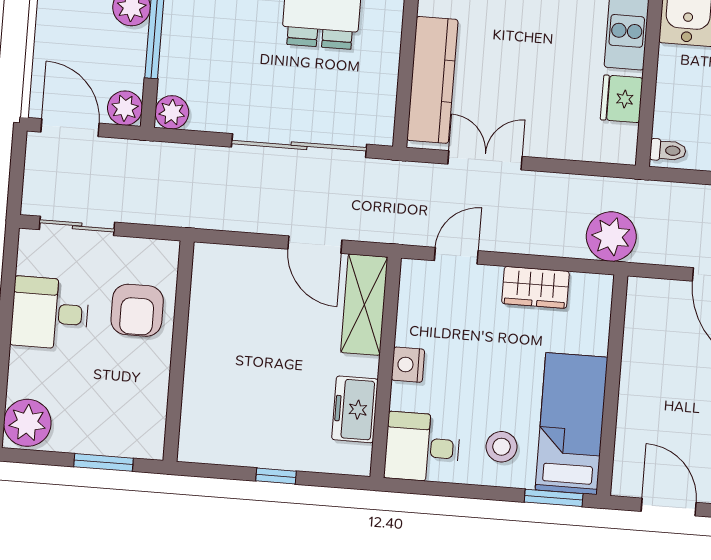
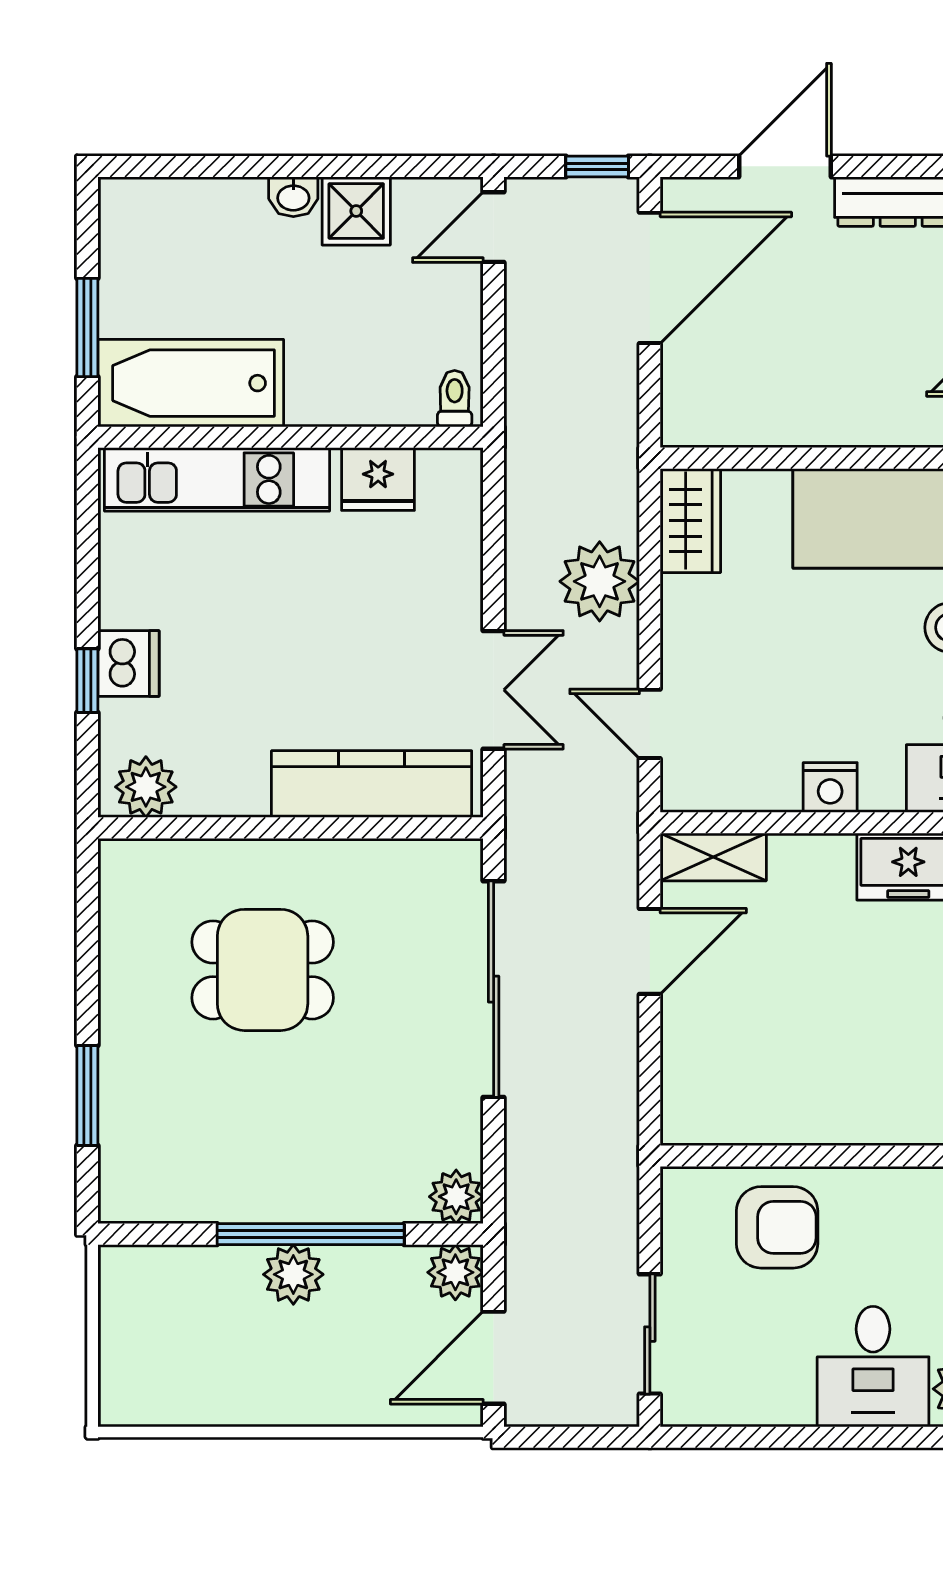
double door: (485, 160) -> (494, 690), swing flipped
plant: (611, 236) -> (600, 581), moved
wardrobe: (535, 287) -> (690, 521), moved
shelving: (364, 305) -> (713, 857), width x0.67, depth x0.75
desk: (50, 313) -> (873, 1367), moved

